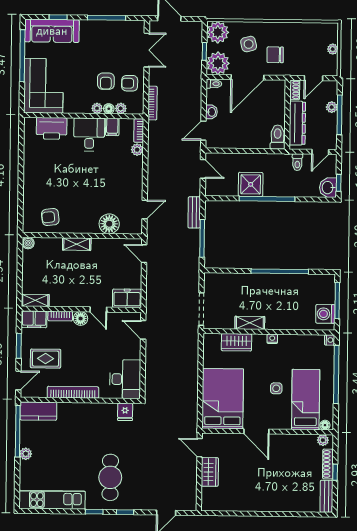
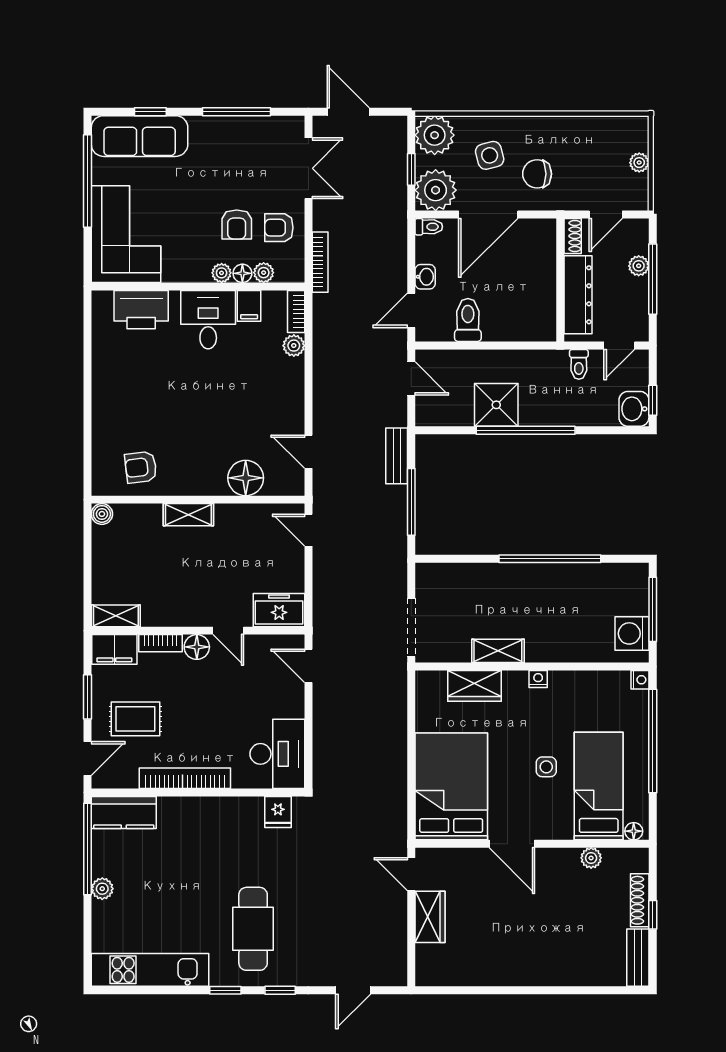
toilet: (278, 137) -> (468, 320), moved
door: (145, 209) -> (308, 452), swing flipped
plant: (323, 440) -> (591, 858), moved

